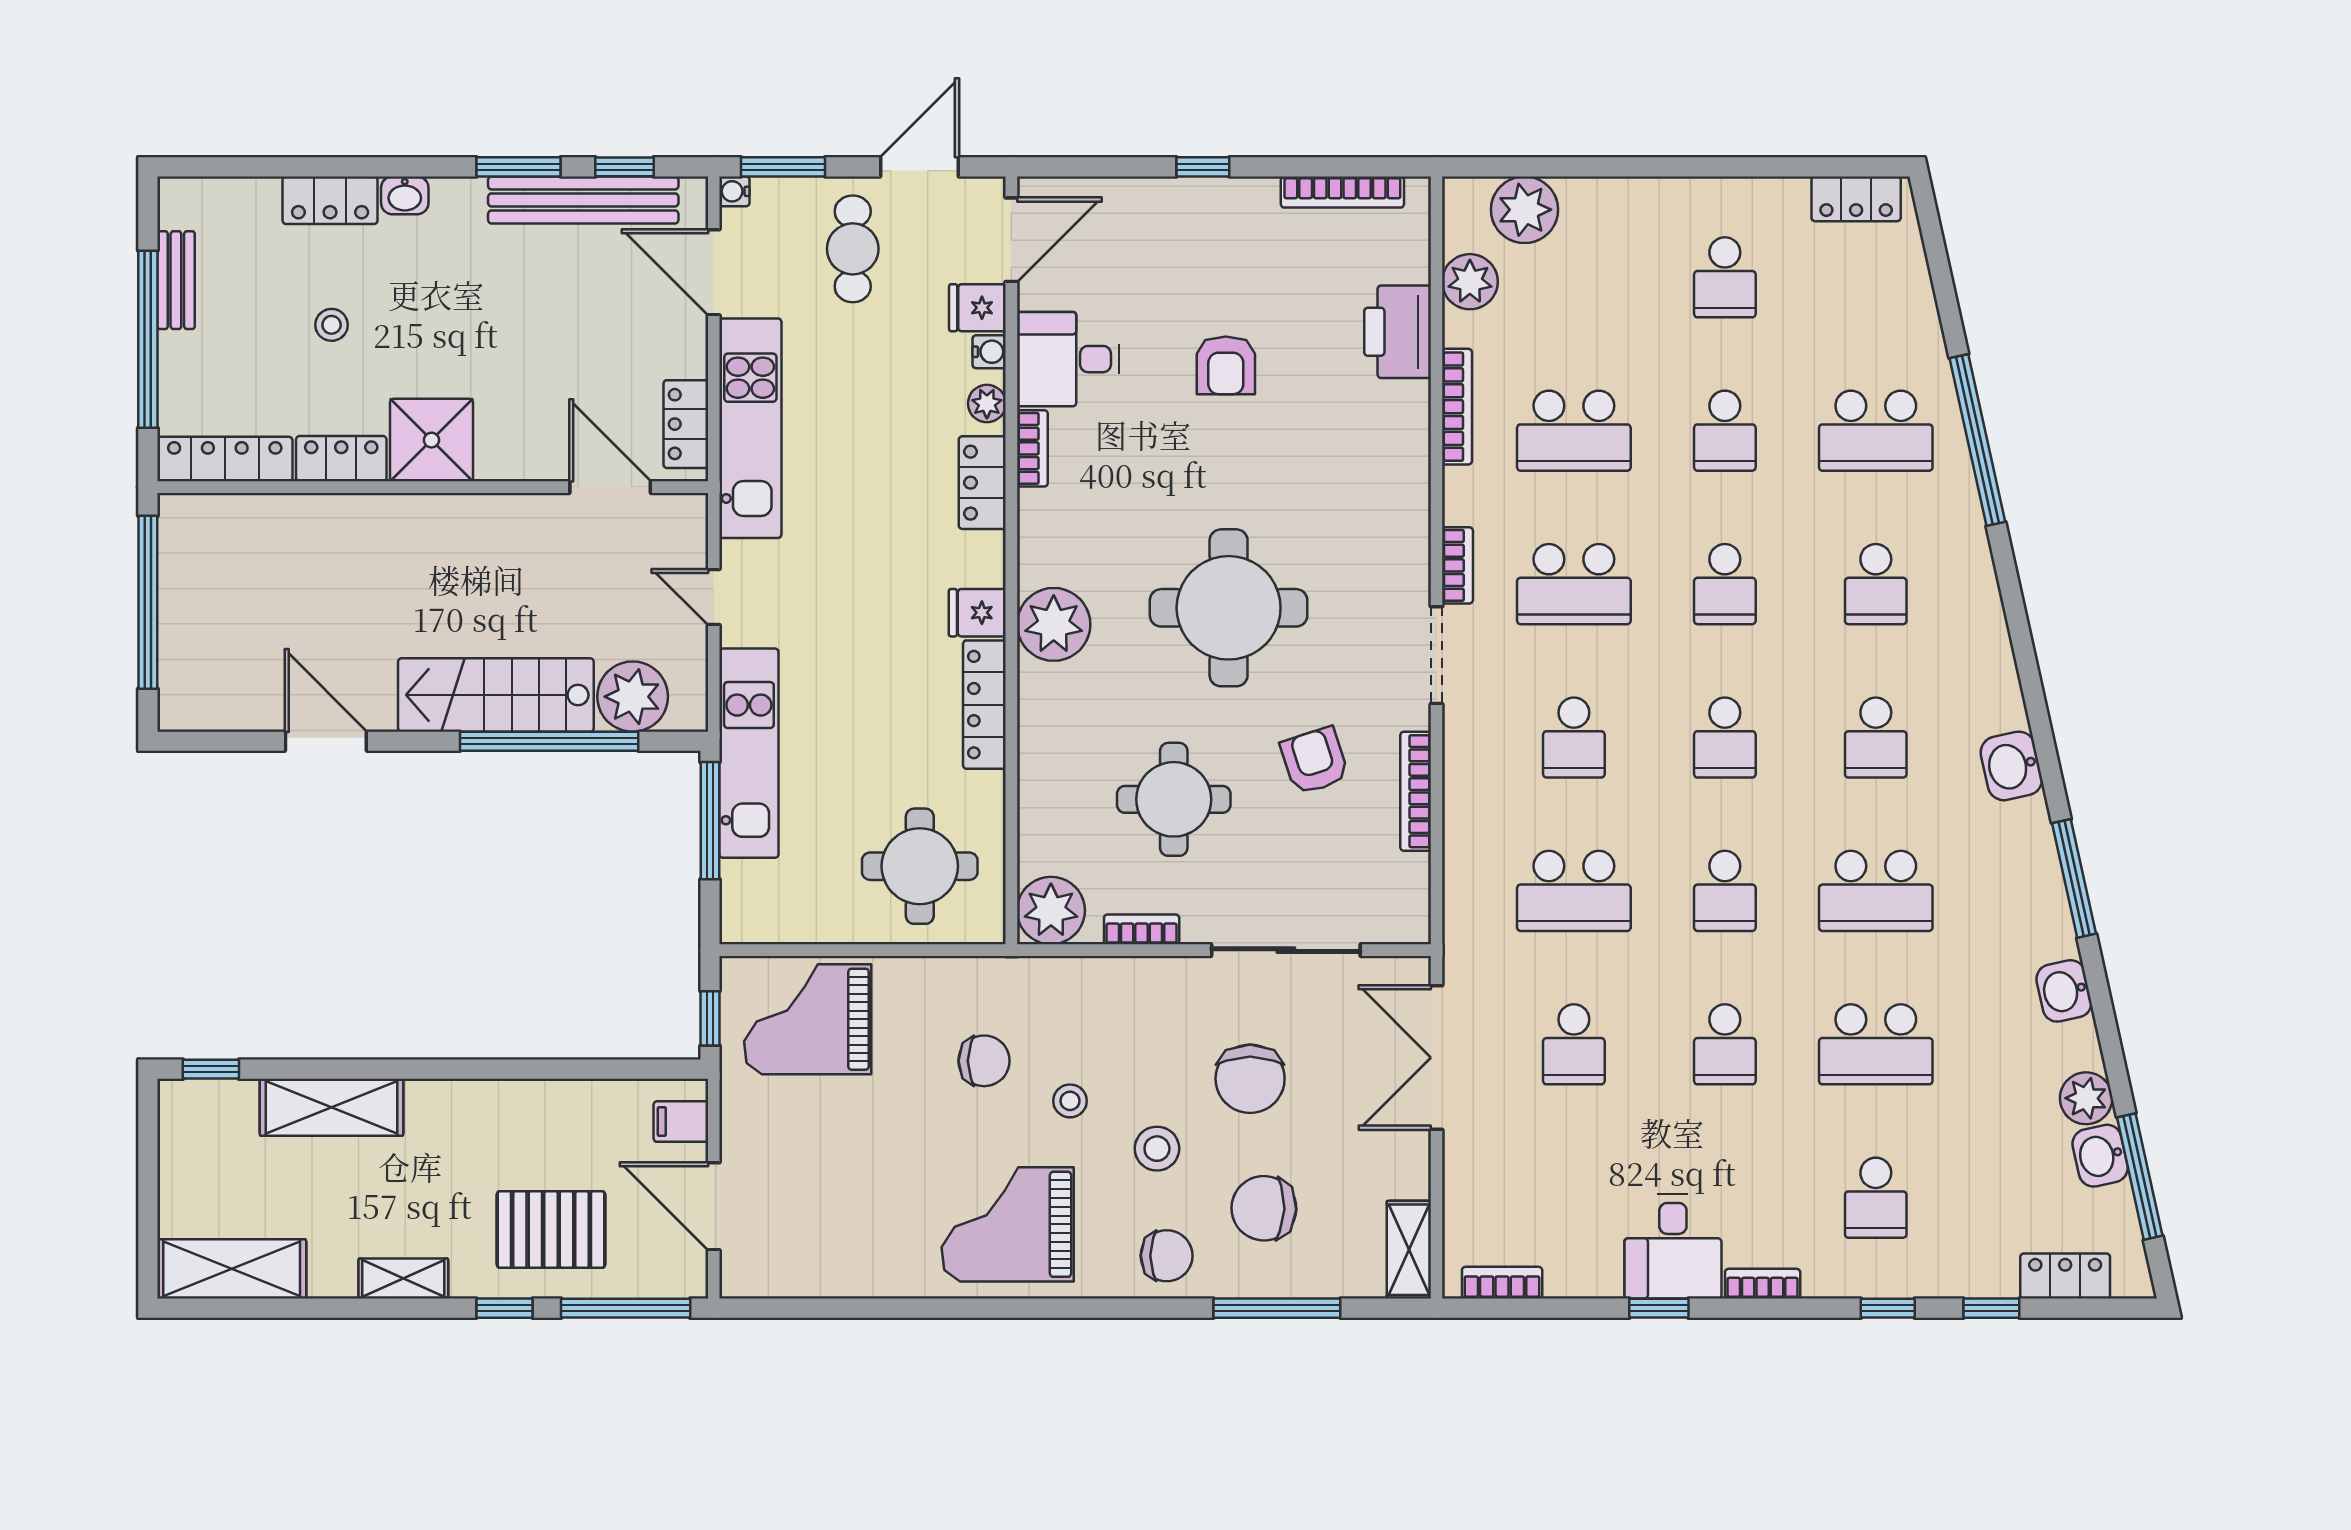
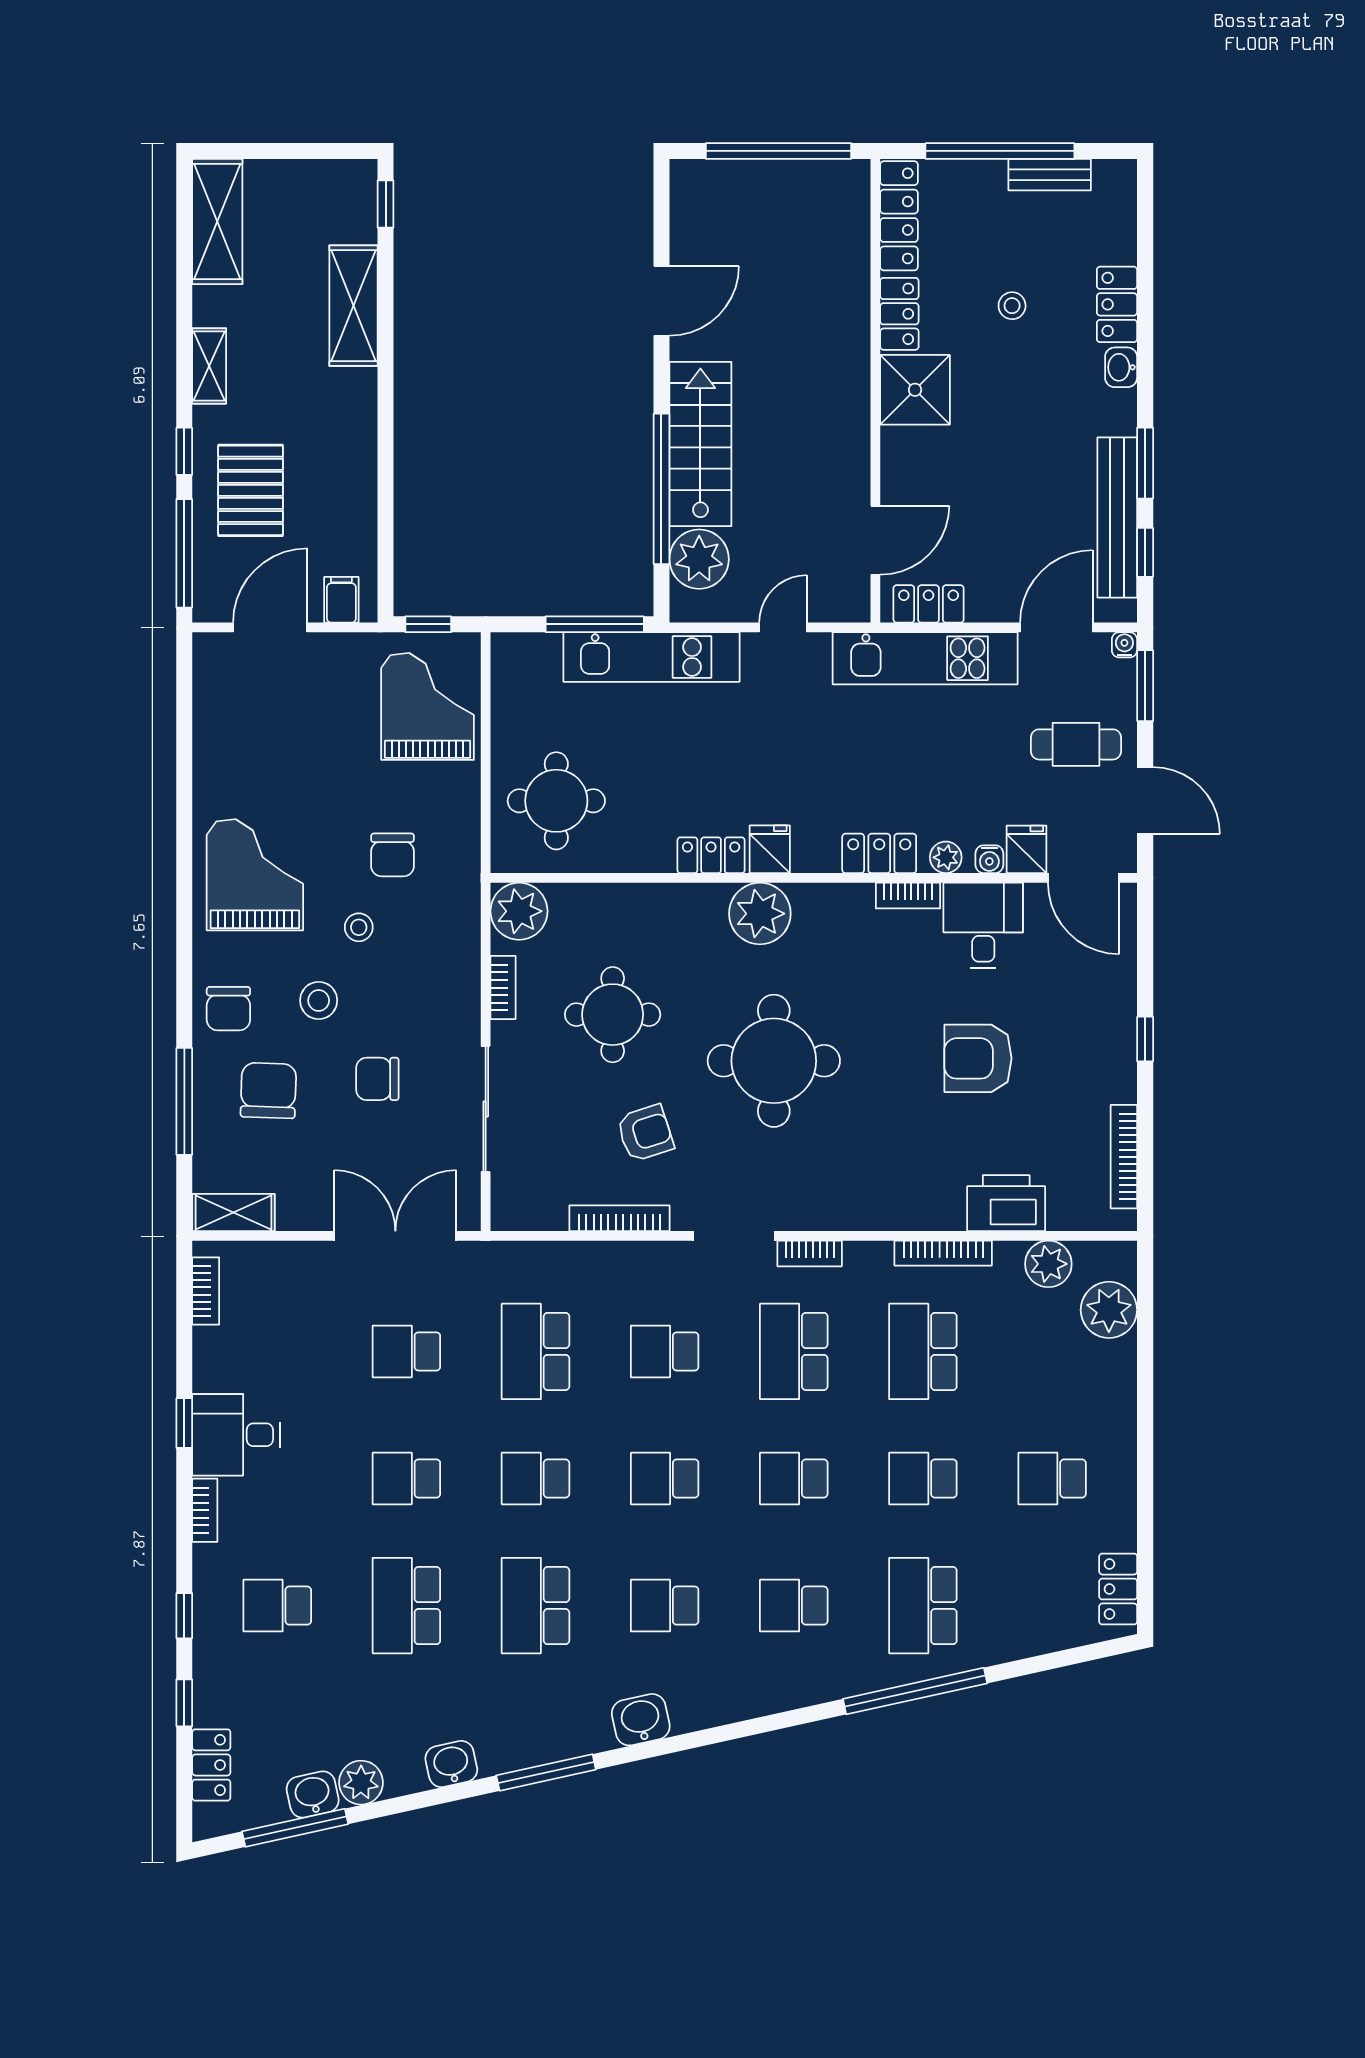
armchair: (1226, 365) -> (978, 1058), width x1.38, depth x1.38
locker: (984, 705) -> (711, 855), width x0.66
chair: (1250, 1079) -> (377, 1079), width x0.73, depth x0.73

